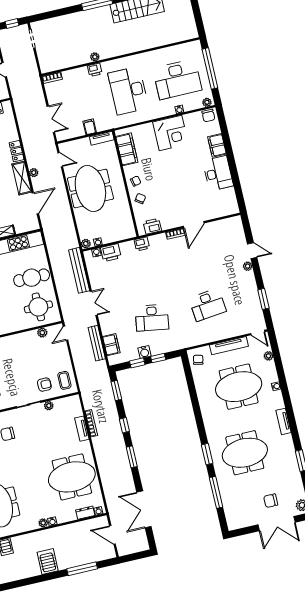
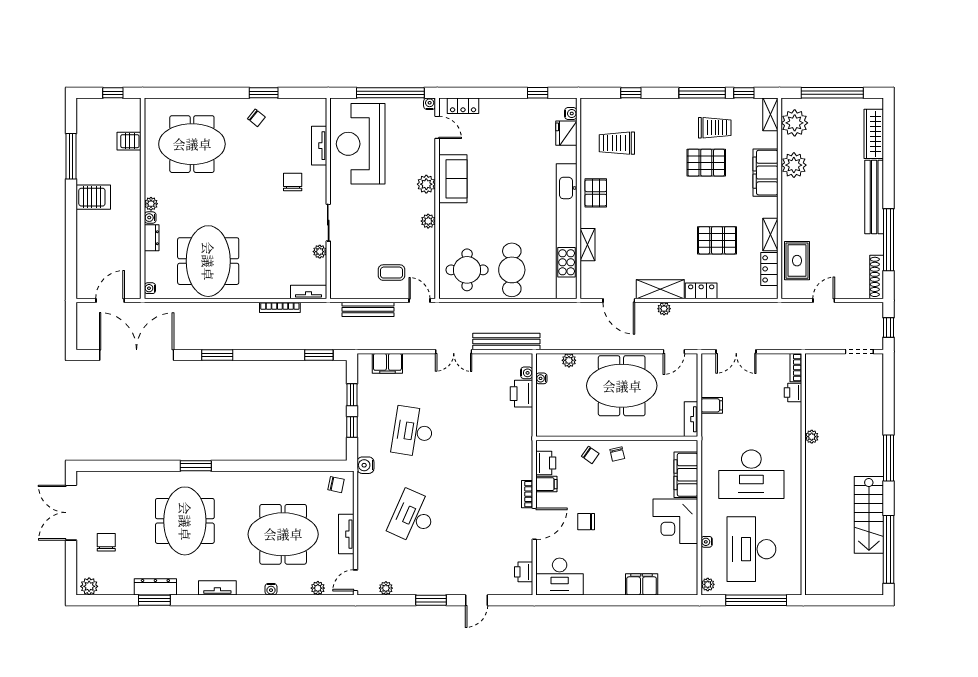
printer: (95, 70) -> (793, 393), moved
desk: (128, 91) -> (751, 474), turned 180
chair: (208, 116) -> (586, 522), moved
filing cabinet: (127, 149) -> (686, 475), moved, turned 90
desk: (218, 173) -> (560, 576), moved
filing cabinet: (166, 223) -> (546, 484), added
door: (194, 225) -> (534, 524), swing flipped
plant: (86, 244) -> (569, 360), moved
printer: (142, 244) -> (524, 572), moved
plant: (248, 266) -> (386, 588), moved
window: (263, 299) -> (431, 600), moved
desk: (208, 305) -> (413, 517), turned 30
plant: (42, 333) -> (428, 221), moved
bench: (97, 343) -> (368, 309), moved
tv unit: (229, 346) -> (346, 534), width x0.71
water cooler: (144, 352) -> (365, 465), moved
coffee table: (64, 380) -> (391, 273), moved
armchair: (44, 385) -> (352, 252), removed
meeting table: (239, 387) -> (283, 534), turned 90
window: (124, 425) -> (266, 355), removed
tv unit: (82, 429) -> (309, 292), moved
dresser: (292, 462) -> (155, 587), added
window: (216, 492) -> (137, 466), removed
double door: (144, 509) -> (137, 355), width x1.36
dresser: (85, 513) -> (152, 238), moved
double door: (277, 524) -> (71, 513), moved
window: (82, 569) -> (71, 156), moved

